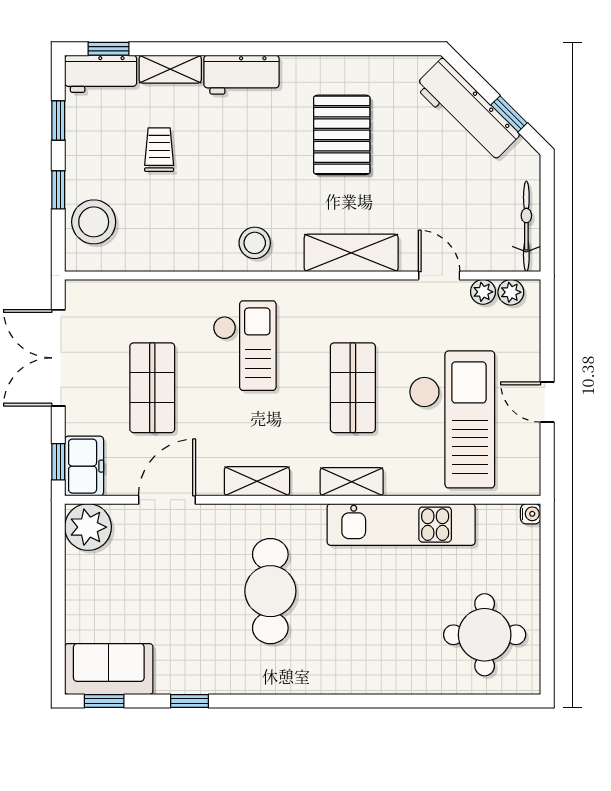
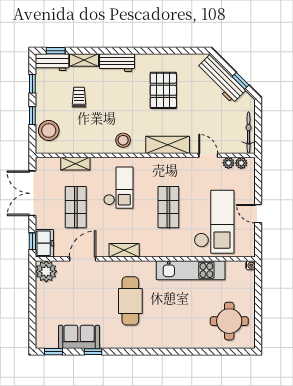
shelving: (352, 482) -> (75, 164), moved
sofa: (109, 669) -> (79, 337), moved

